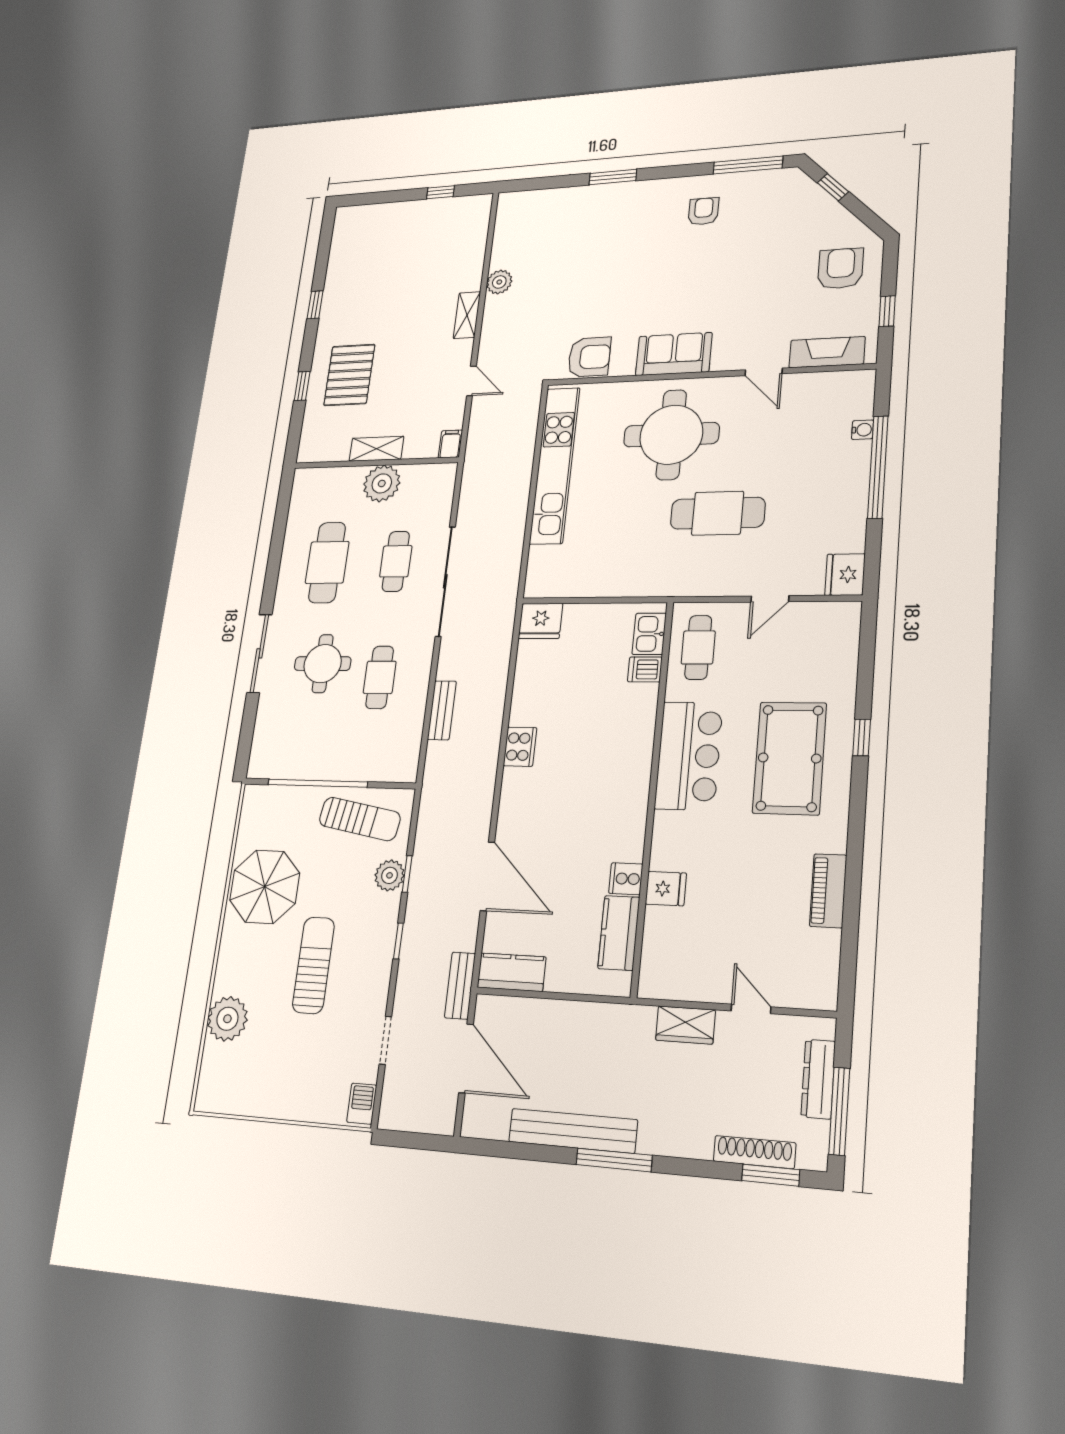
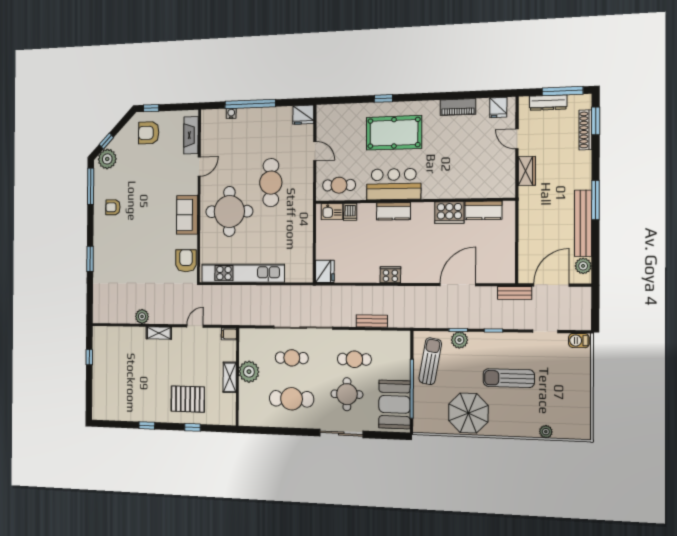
plant: (797, 192) -> (107, 159), added
window: (887, 311) -> (151, 108), moved
booth: (295, 751) -> (395, 404), added
cooker: (626, 879) -> (449, 213), width x1.87, depth x1.31
fridge: (666, 889) -> (498, 107), moved, turned 180
kitchen counter: (512, 972) -> (394, 211), moved, turned -90
door: (751, 1009) -> (517, 139), hinge flipped
plant: (227, 1019) -> (546, 432), width x0.53, depth x0.53
plant: (494, 1124) -> (583, 266), added

